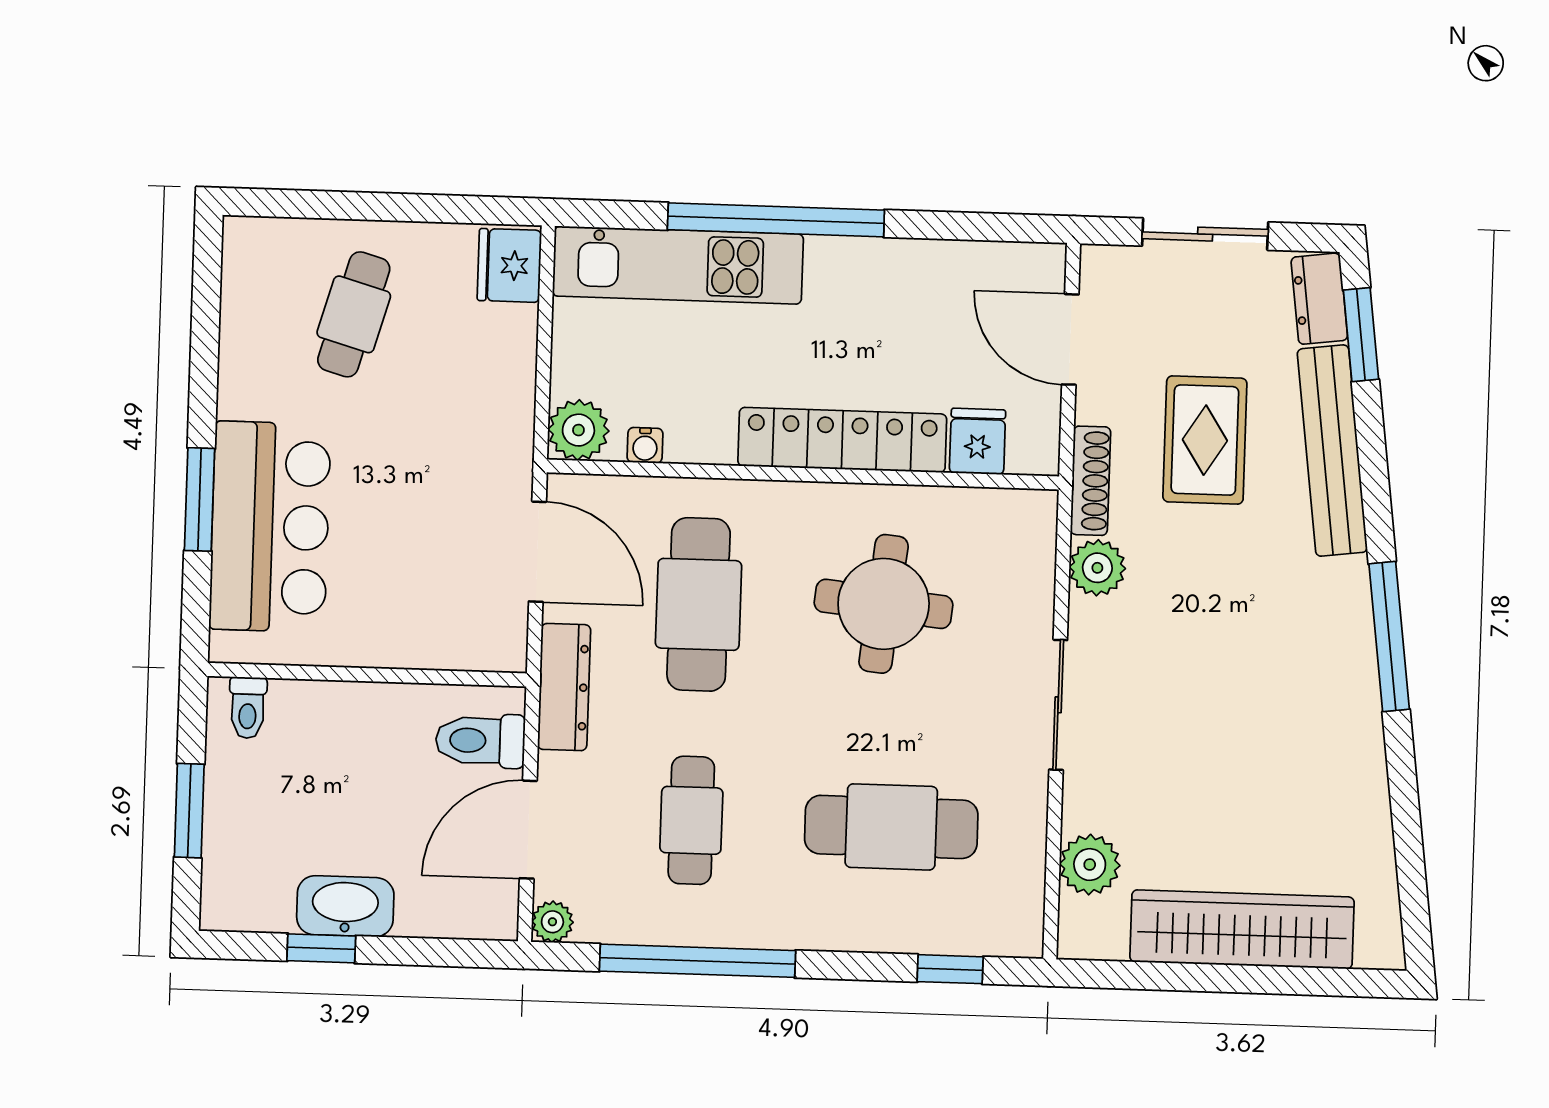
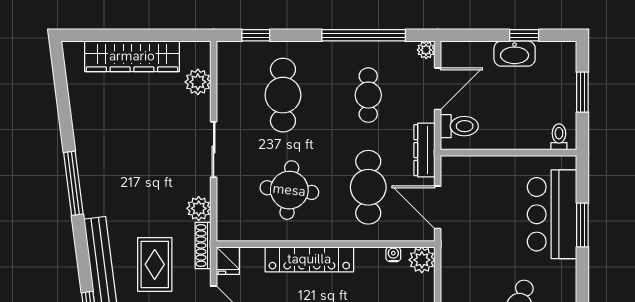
fridge: (977, 441) -> (228, 261), moved
cafe table: (891, 827) -> (283, 95), turned 90

